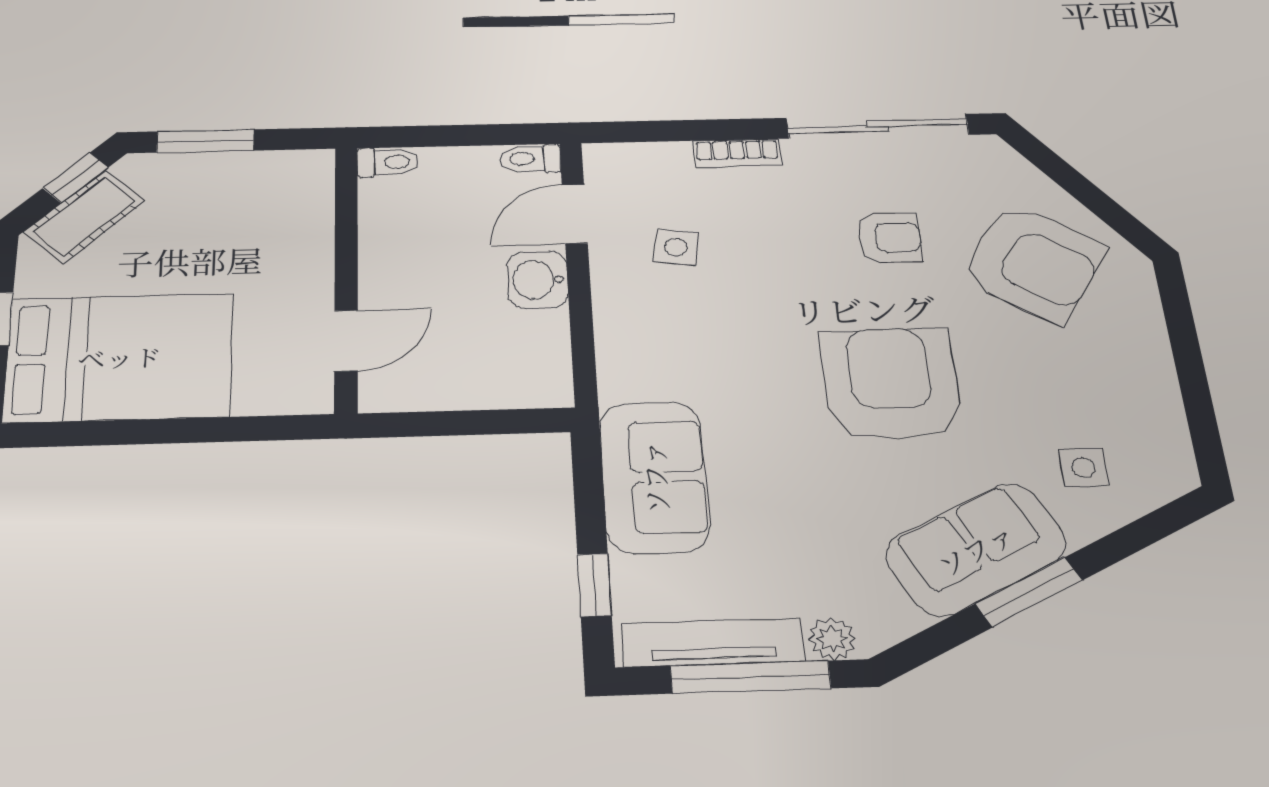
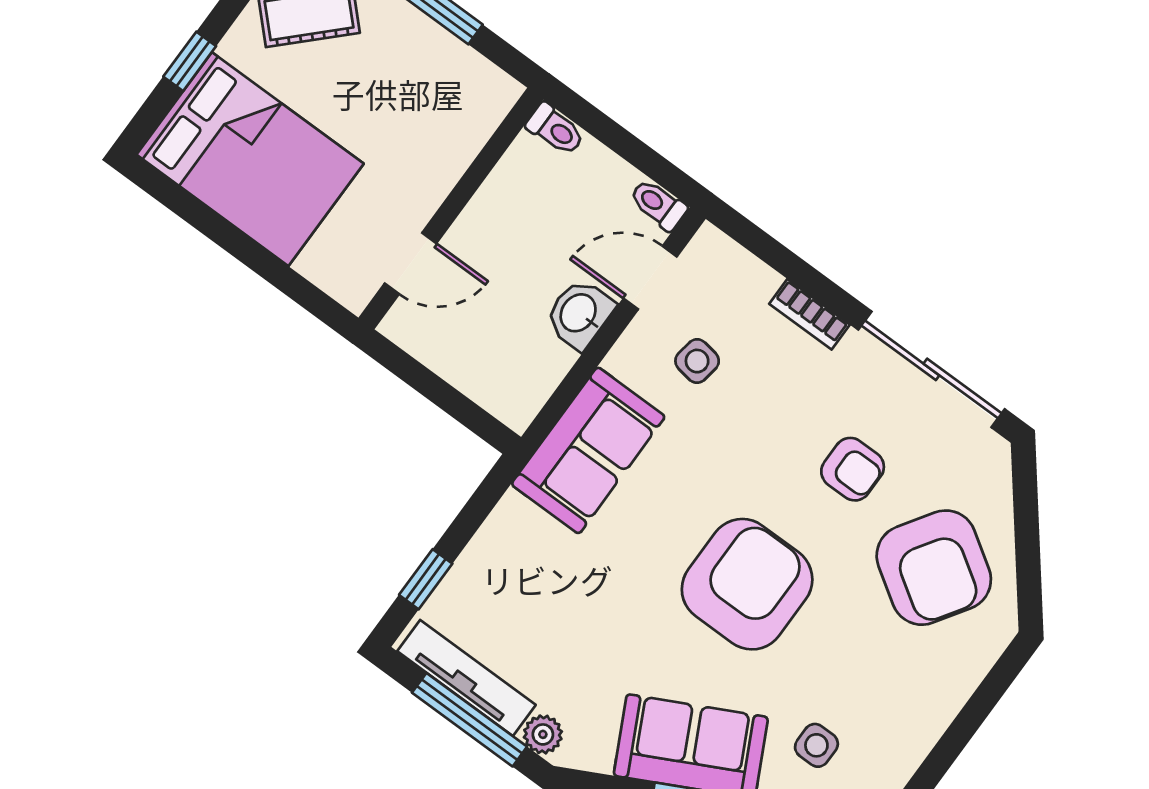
sofa: (654, 477) -> (588, 450), moved

